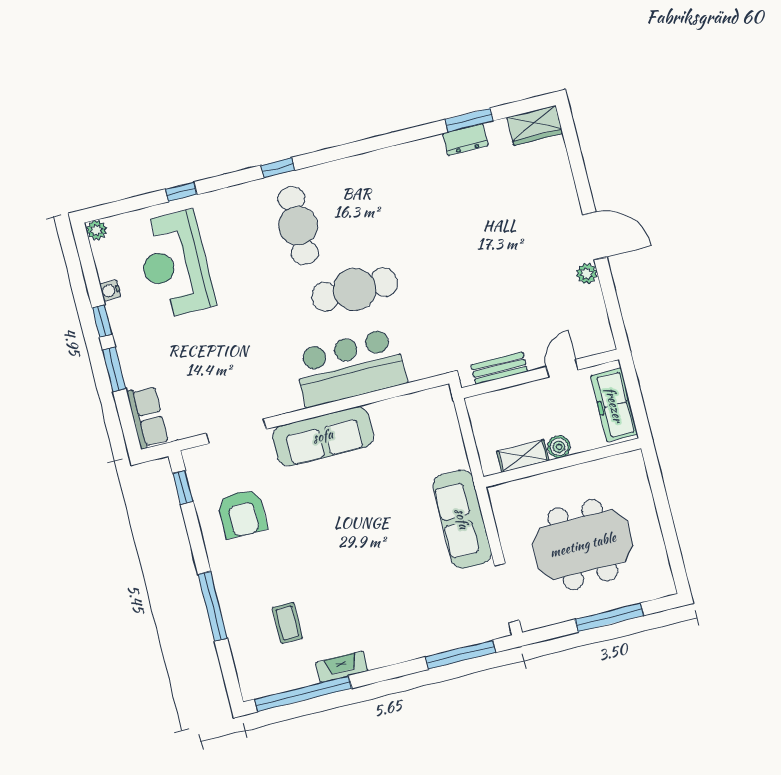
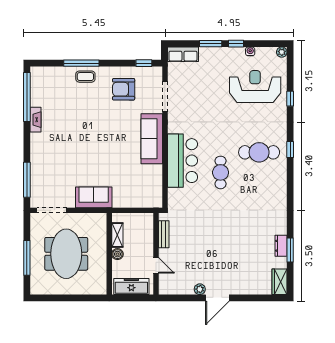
cafe table: (355, 289) -> (221, 172), width x0.73, depth x0.74
sofa: (462, 519) -> (94, 197), width x0.73
coffee table: (287, 623) -> (85, 77), moved

